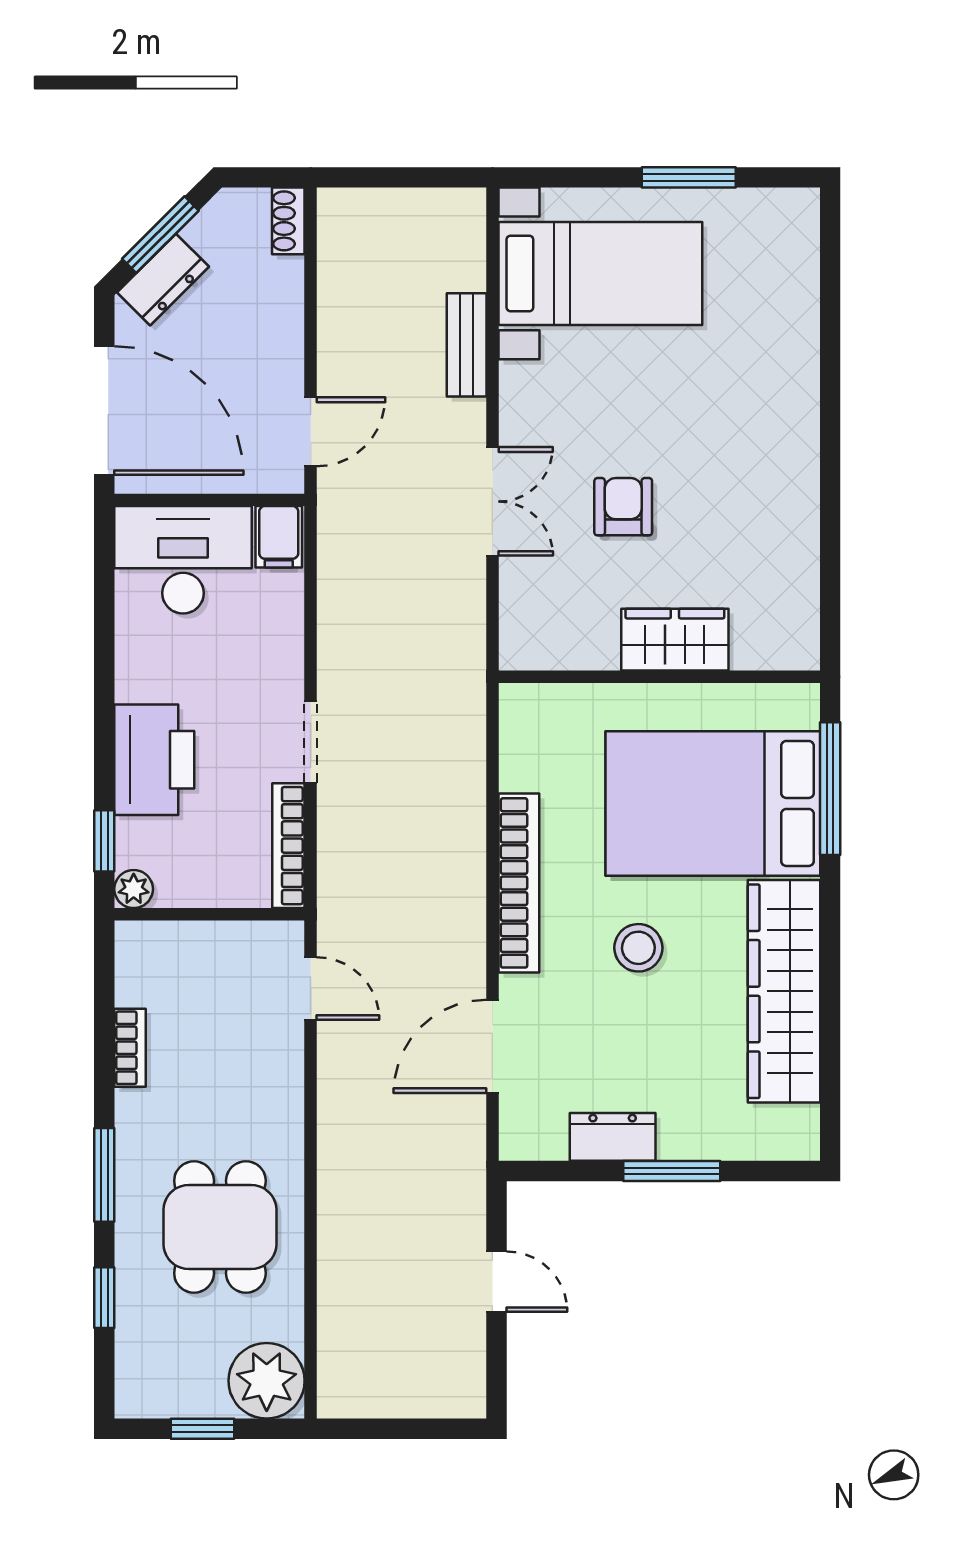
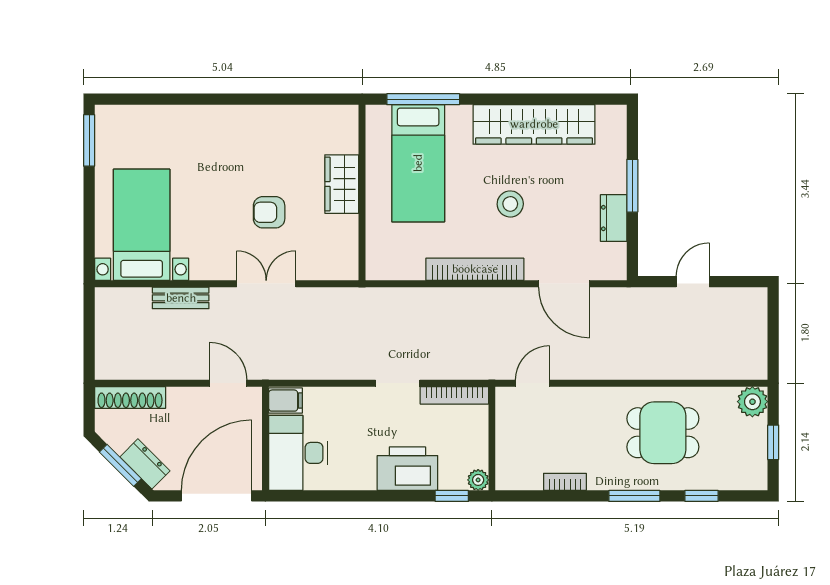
window: (689, 177) -> (89, 140), moved
shoe rack: (288, 221) -> (130, 397), width x1.94, depth x1.24
bed: (713, 803) -> (418, 163), width x0.67
plant: (267, 1381) -> (752, 402), width x0.73, depth x0.73

